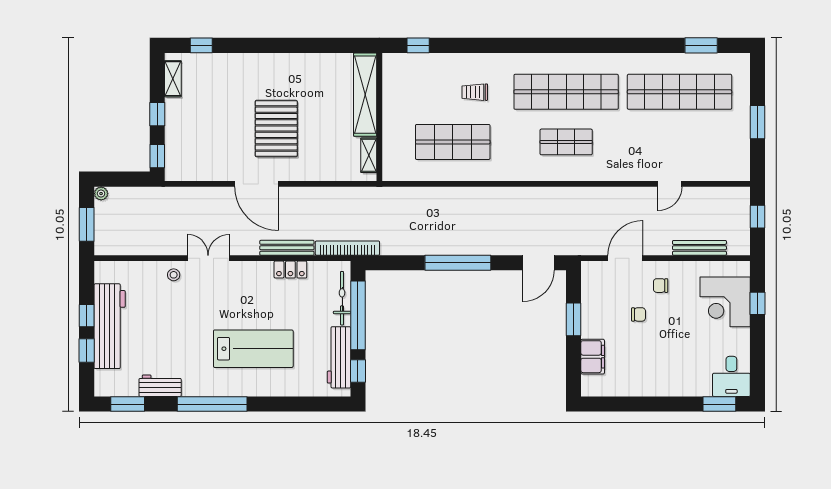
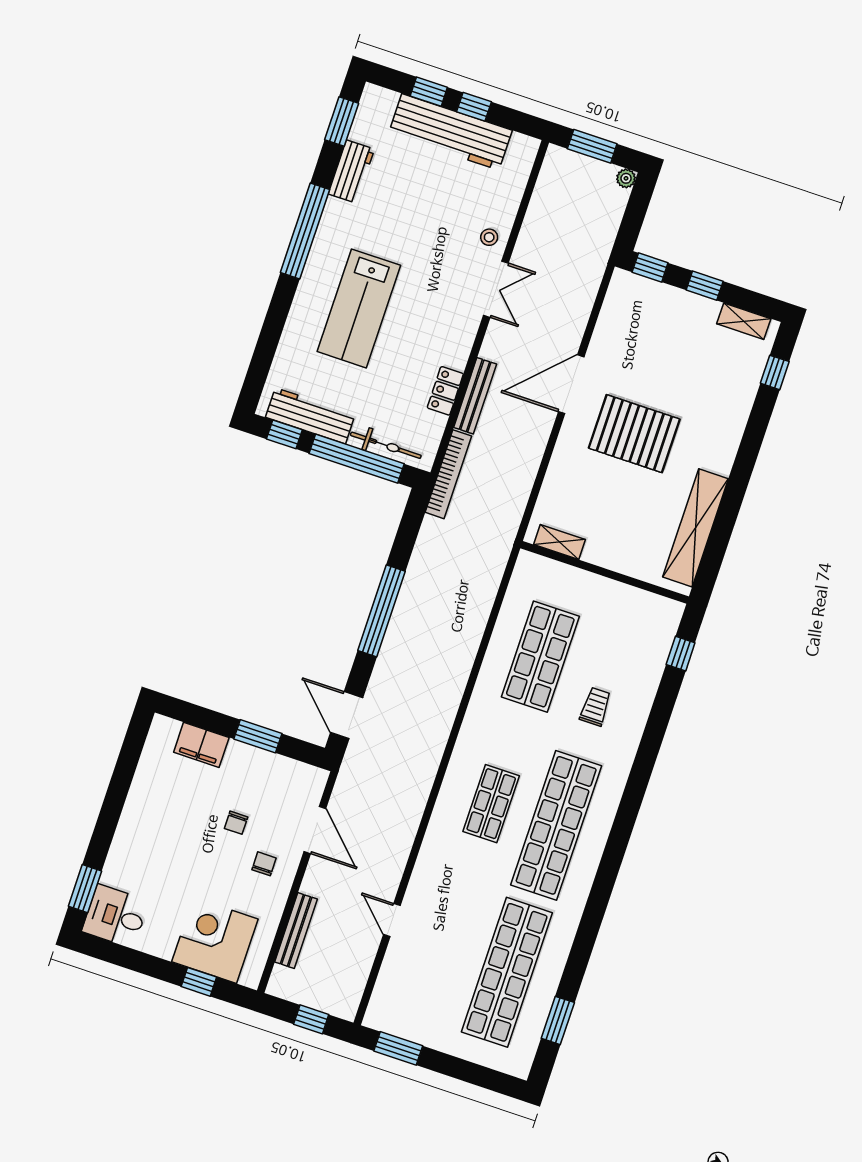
shelving: (365, 95) -> (696, 528), moved, turned 90
window: (758, 122) -> (398, 1048), moved

